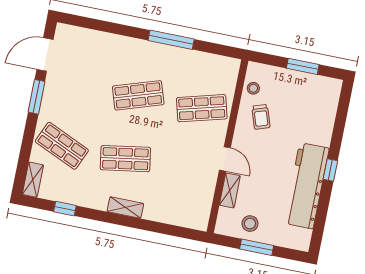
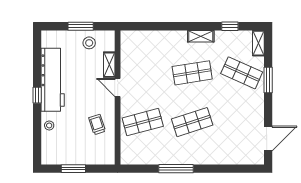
stool: (253, 88) -> (49, 125), moved
window: (37, 97) -> (268, 80), moved
shelving: (125, 207) -> (201, 36), moved

